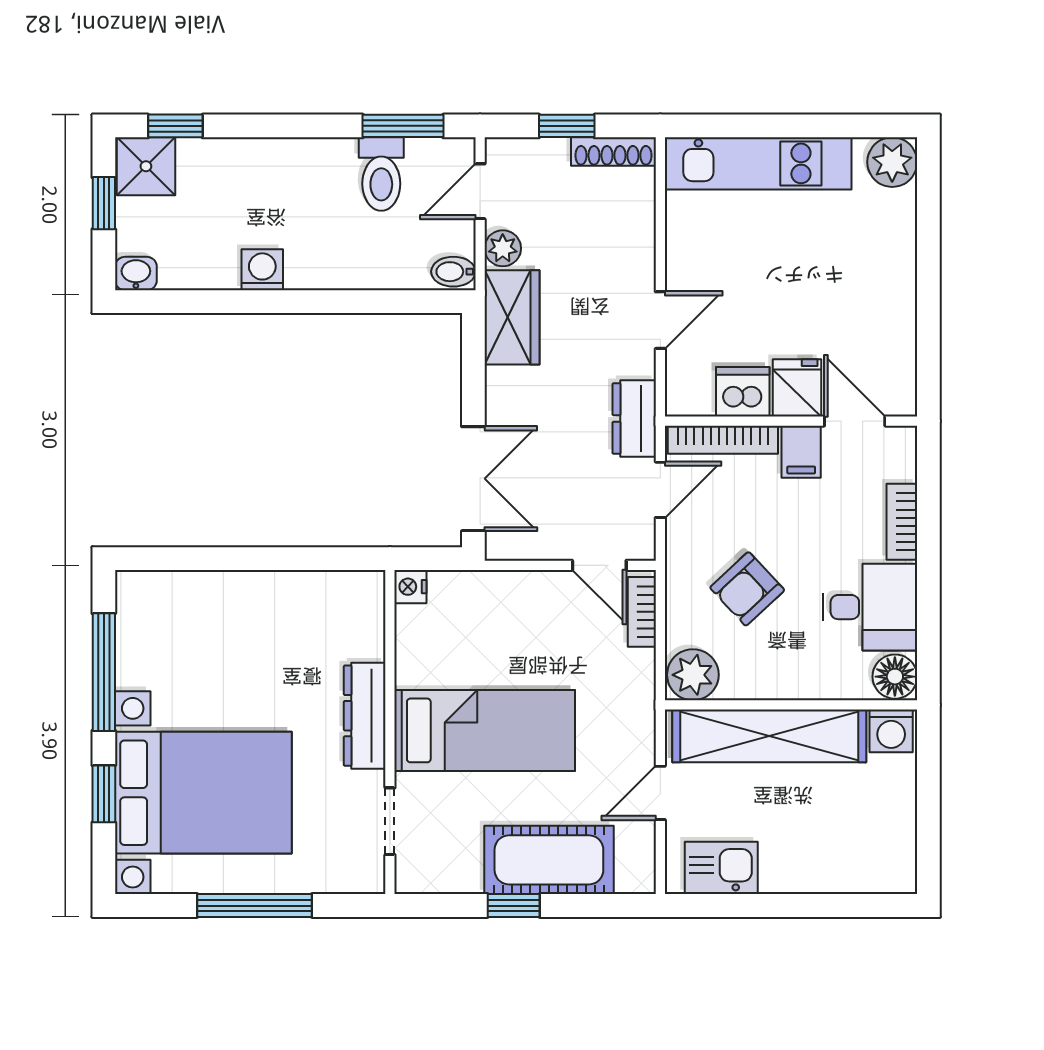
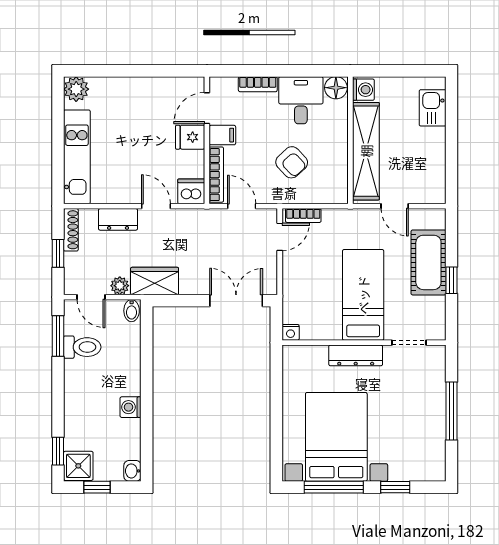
dishwasher: (743, 392) -> (191, 191), moved, turned 90
dresser: (634, 419) -> (118, 219), moved
plant: (693, 675) -> (335, 190), removed
bed with nightstands: (203, 793) -> (336, 437), moved
kitchen sink: (721, 868) -> (433, 108), moved

